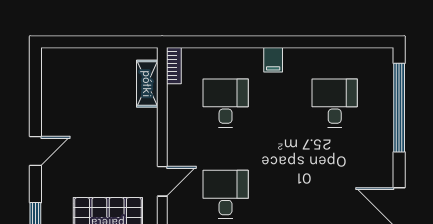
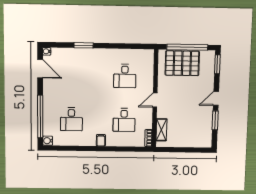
water cooler: (384, 57) -> (48, 141), added
window: (35, 105) -> (215, 120), added
door: (162, 181) -> (155, 100), moved

